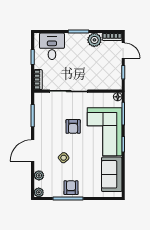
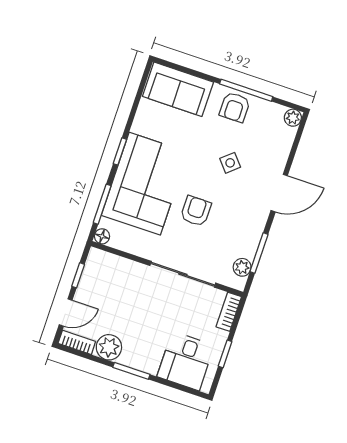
door: (123, 51) -> (66, 312), swing flipped
sofa: (112, 174) -> (178, 89), moved, turned 90
plant: (39, 175) -> (242, 267), moved

